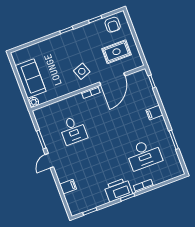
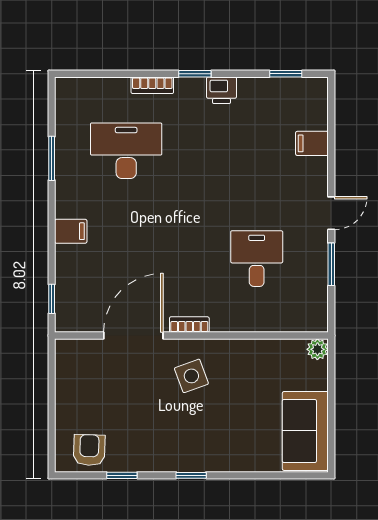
rug: (116, 52) -> (103, 390), removed
sofa: (31, 78) -> (305, 431), moved
printer: (118, 190) -> (221, 90), width x0.53, depth x0.68

